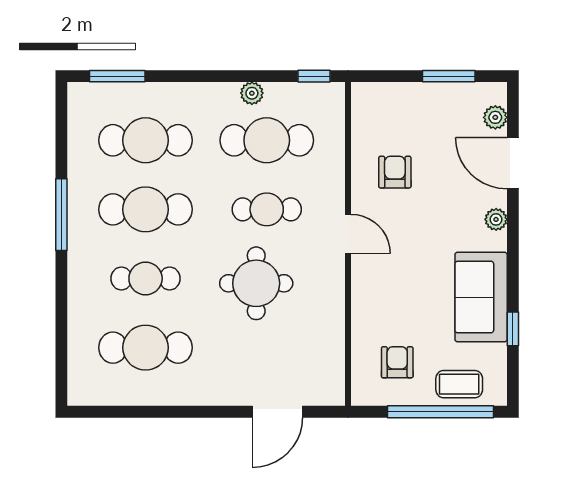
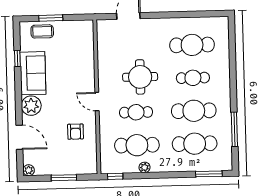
window: (449, 76) -> (64, 178), moved
plant: (495, 117) -> (29, 170), moved
window: (61, 215) -> (234, 129), moved
plant: (496, 219) -> (31, 106), width x1.88, depth x1.88
armchair: (397, 362) -> (72, 41), removed
window: (441, 412) -> (51, 18), width x0.47

